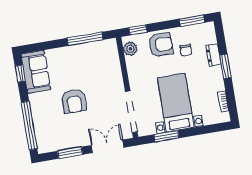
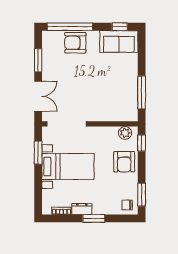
chair: (186, 50) -> (127, 205), moved
dresser: (213, 55) -> (82, 209), moved
armchair: (74, 101) -> (75, 43), moved

